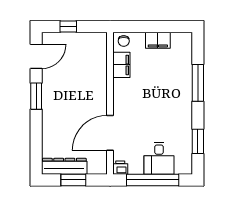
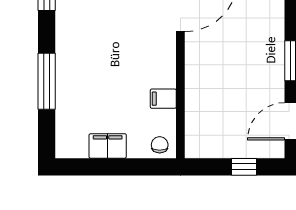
filing cabinet: (121, 65) -> (163, 99), width x0.50

